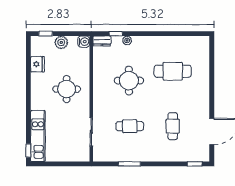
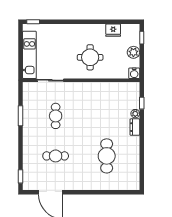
dresser: (102, 41) -> (135, 127), moved
round table: (129, 81) -> (98, 115), removed
kitchen unit: (38, 136) -> (29, 55), moved, turned -90

